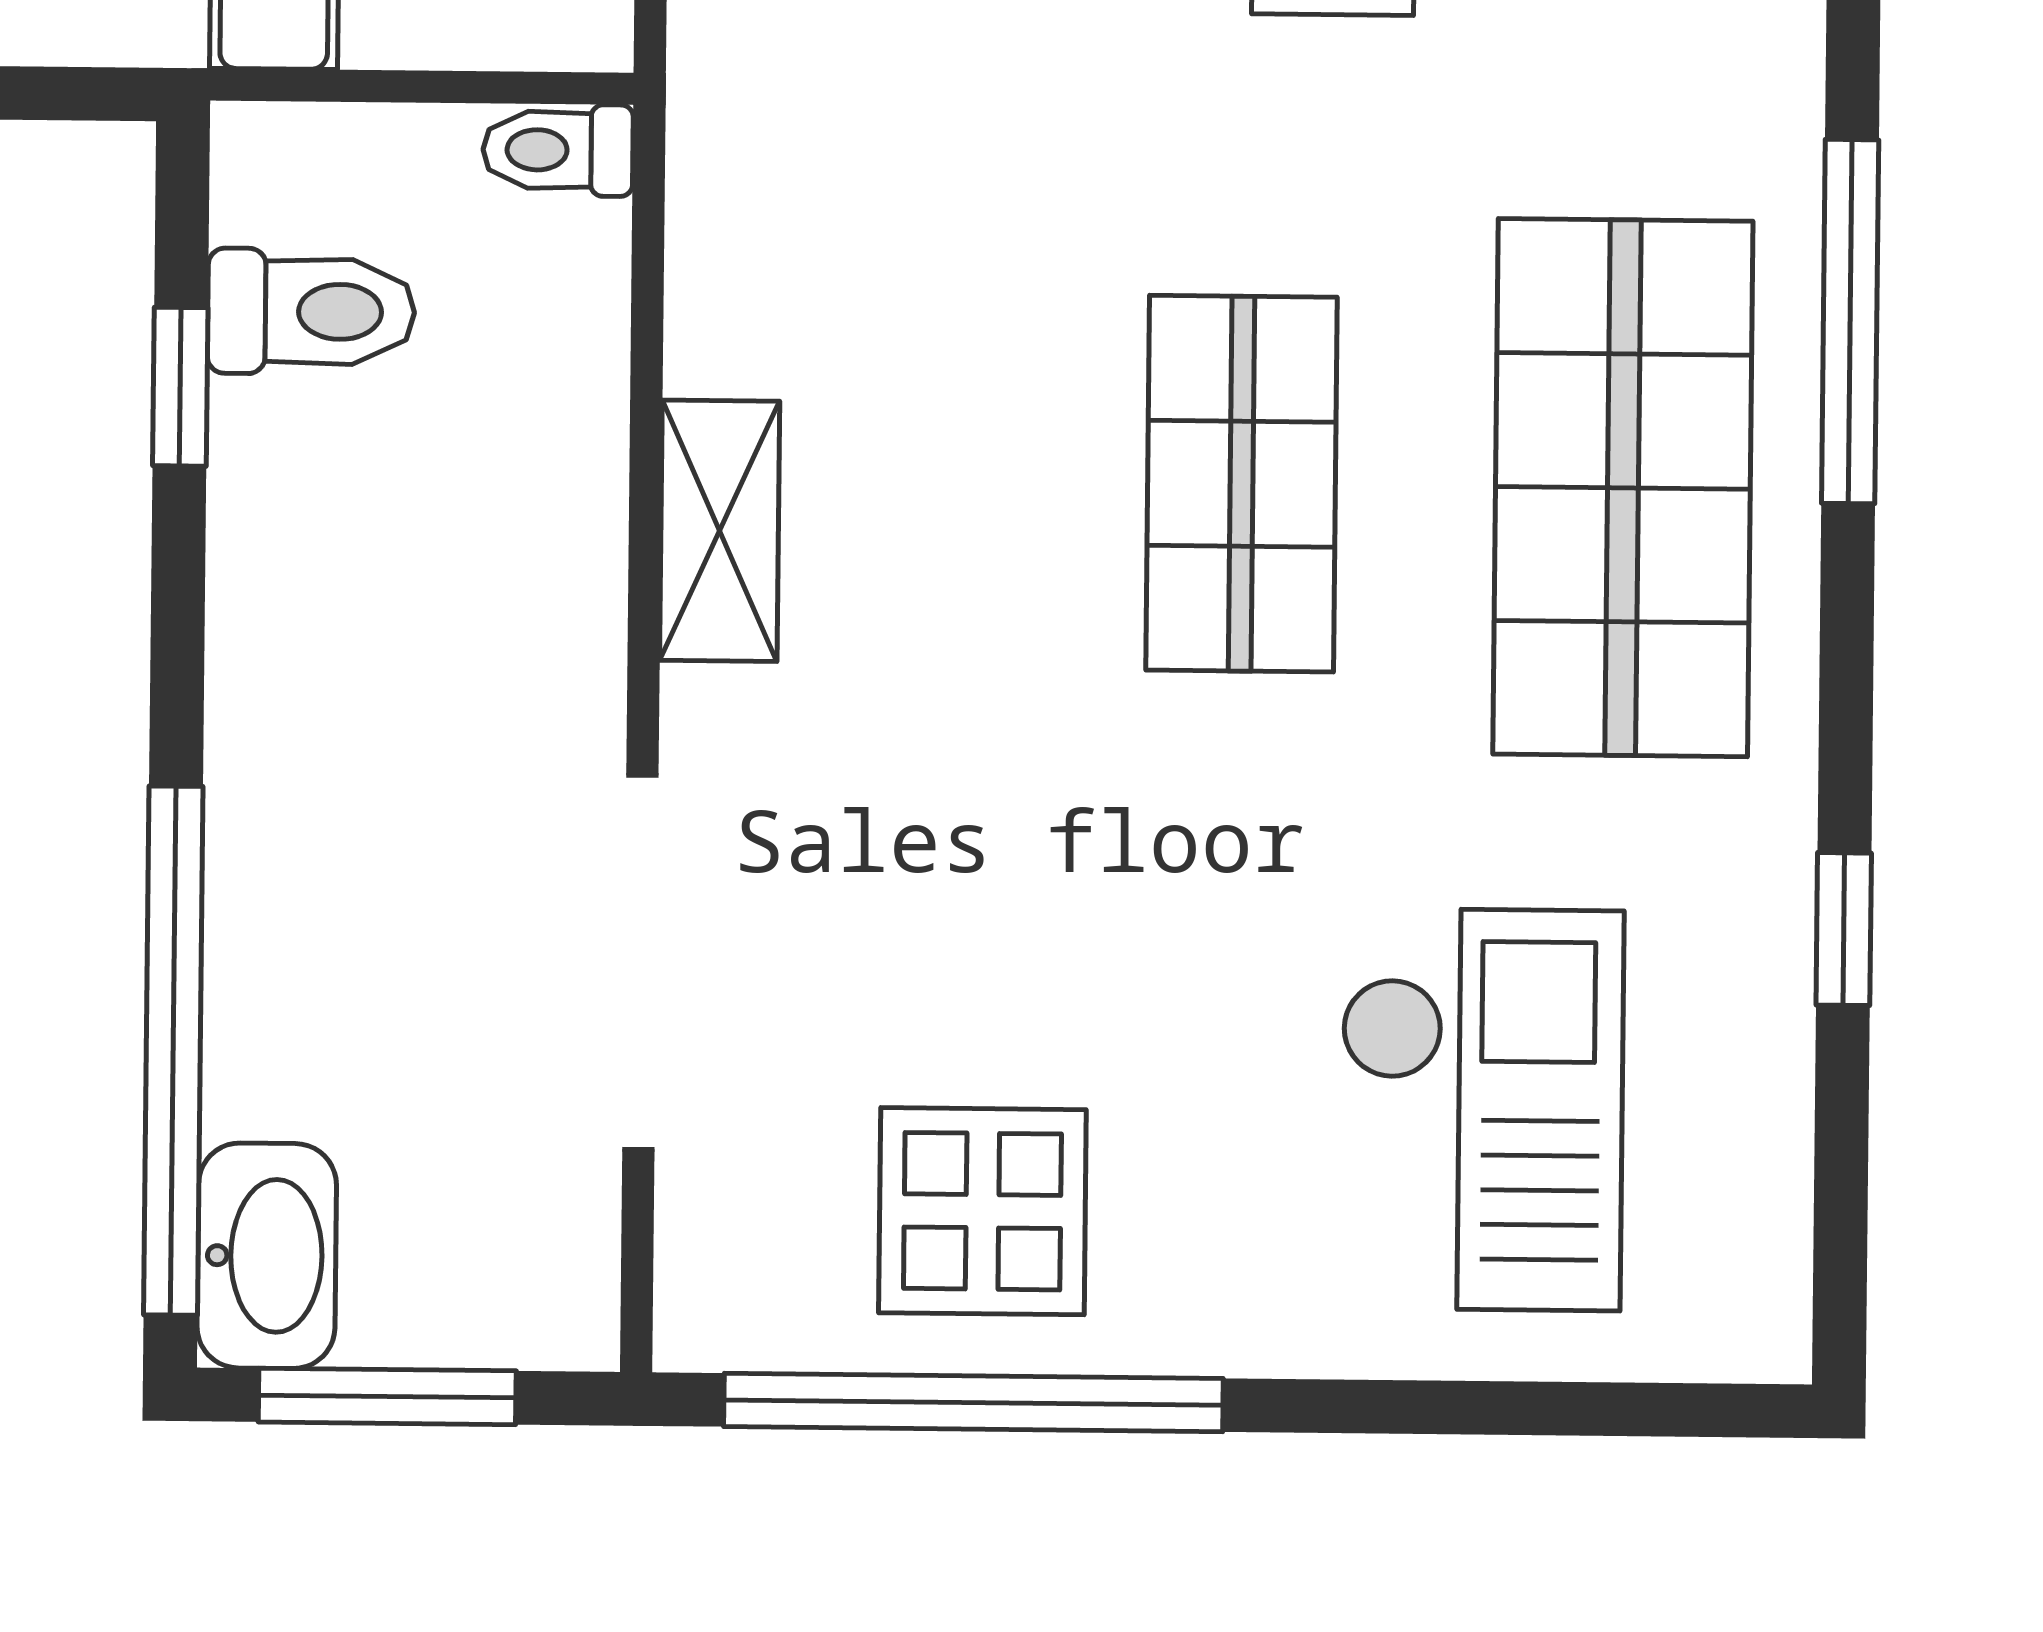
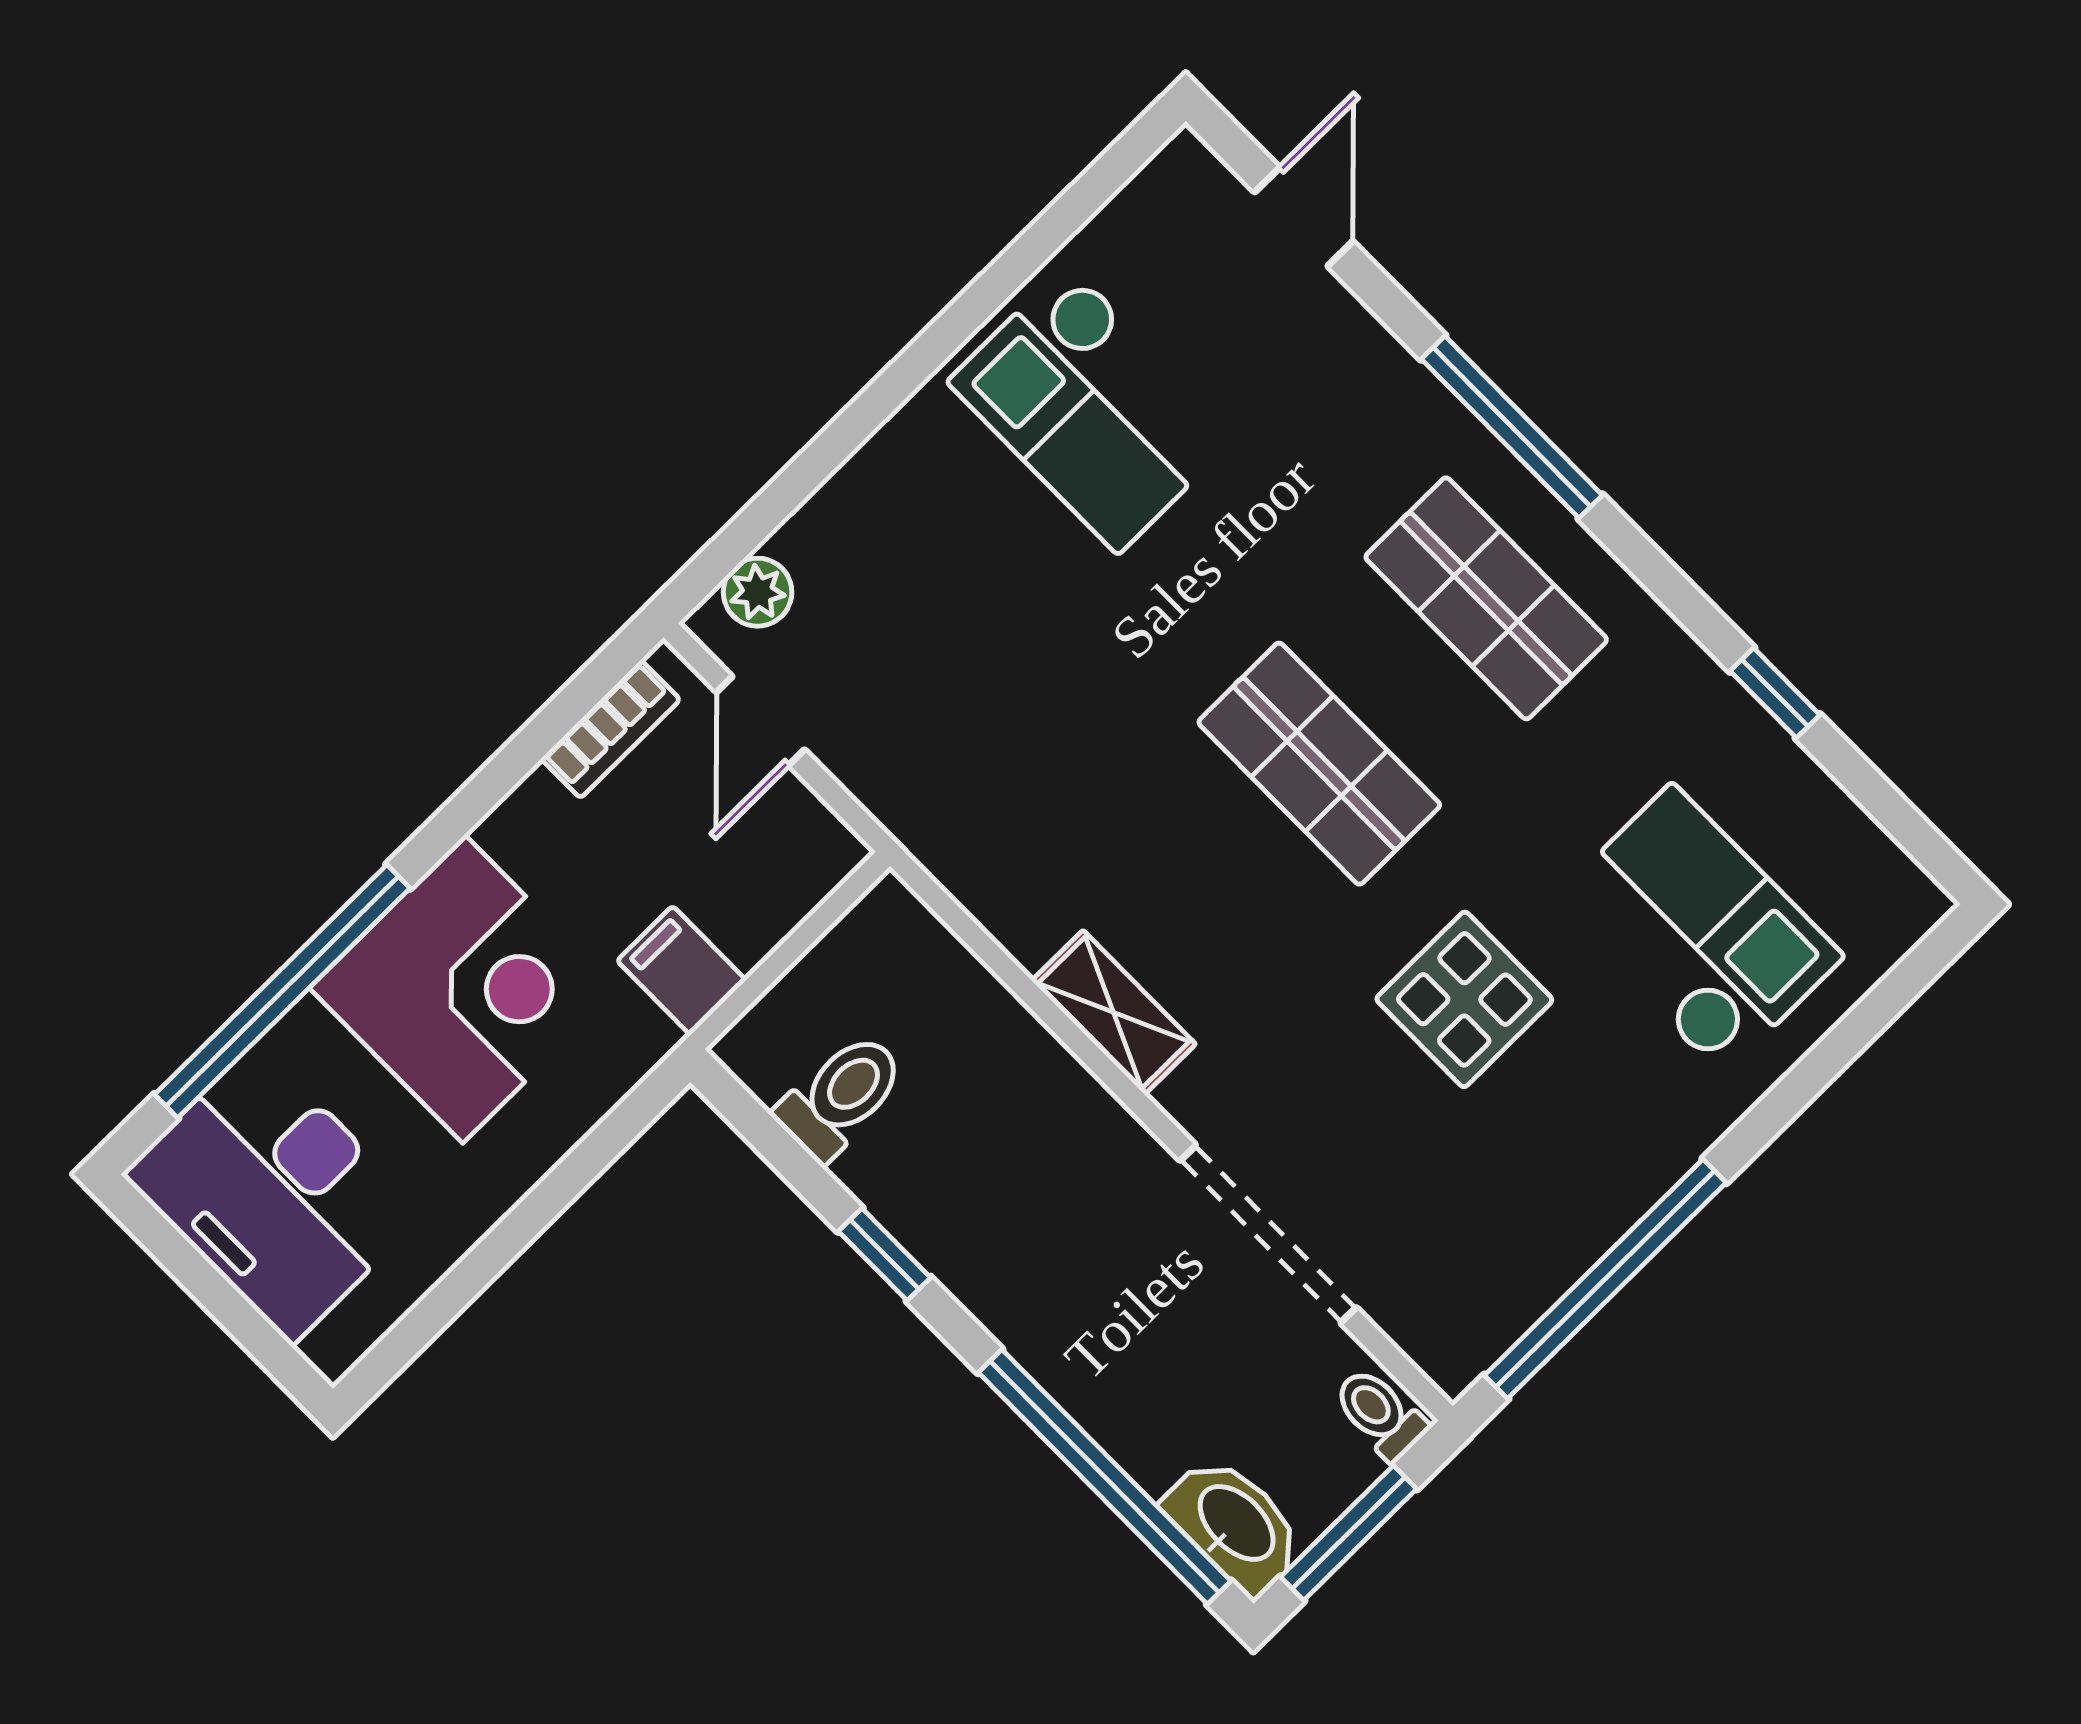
toilet: (558, 150) -> (1380, 1414), moved, turned 90
window: (180, 387) -> (885, 1254), moved
shop shelf: (1623, 488) -> (1486, 598), width x0.70, depth x0.74
display table: (982, 1211) -> (1464, 999), moved

